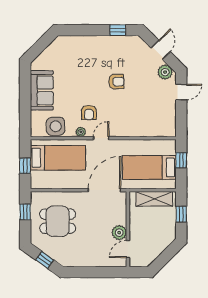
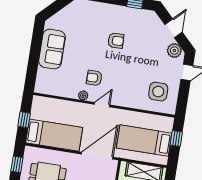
armchair: (116, 82) -> (116, 41), moved
armchair: (89, 113) -> (94, 78), turned 90
side table: (56, 126) -> (158, 92), moved
bed: (58, 158) -> (54, 135), moved

